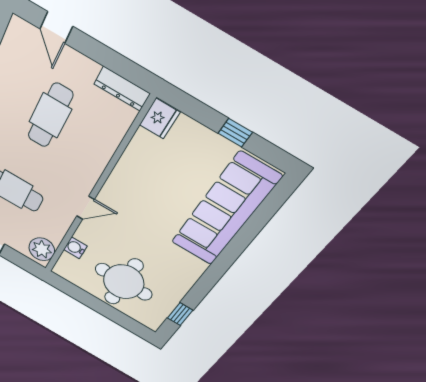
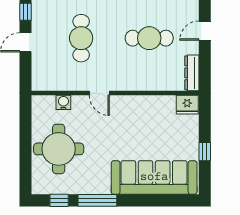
door: (56, 27) -> (205, 31), moved
plant: (42, 249) -> (46, 80), removed
window: (207, 281) -> (97, 200), added

